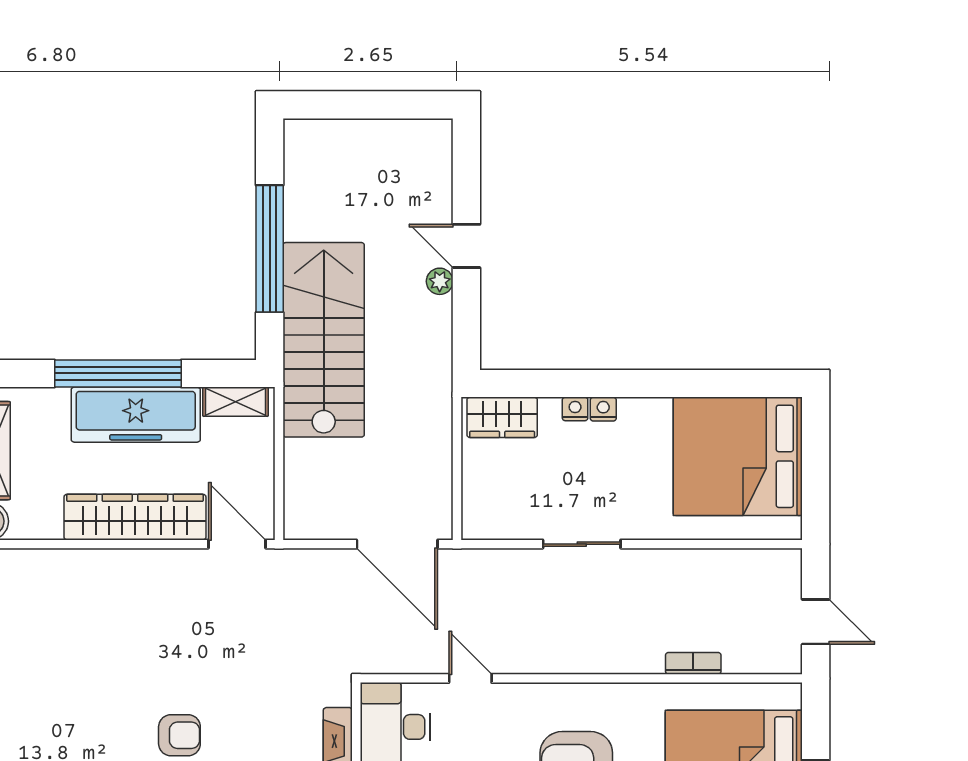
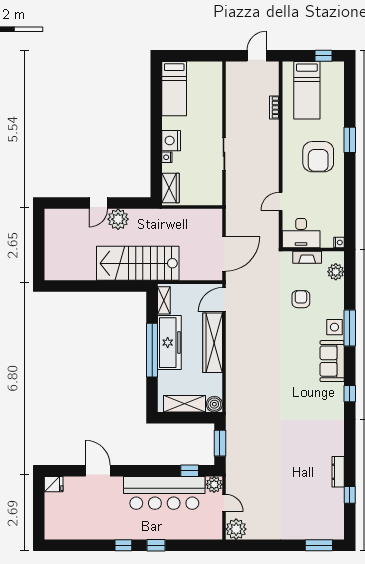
window: (270, 249) -> (99, 286), removed
plant: (440, 281) -> (118, 219), width x1.87, depth x1.87
nightstand: (603, 409) -> (171, 141), width x1.89, depth x1.79
bed: (738, 456) -> (174, 89), width x0.49
door: (397, 544) -> (224, 254), moved
armchair: (179, 735) -> (301, 299), moved

